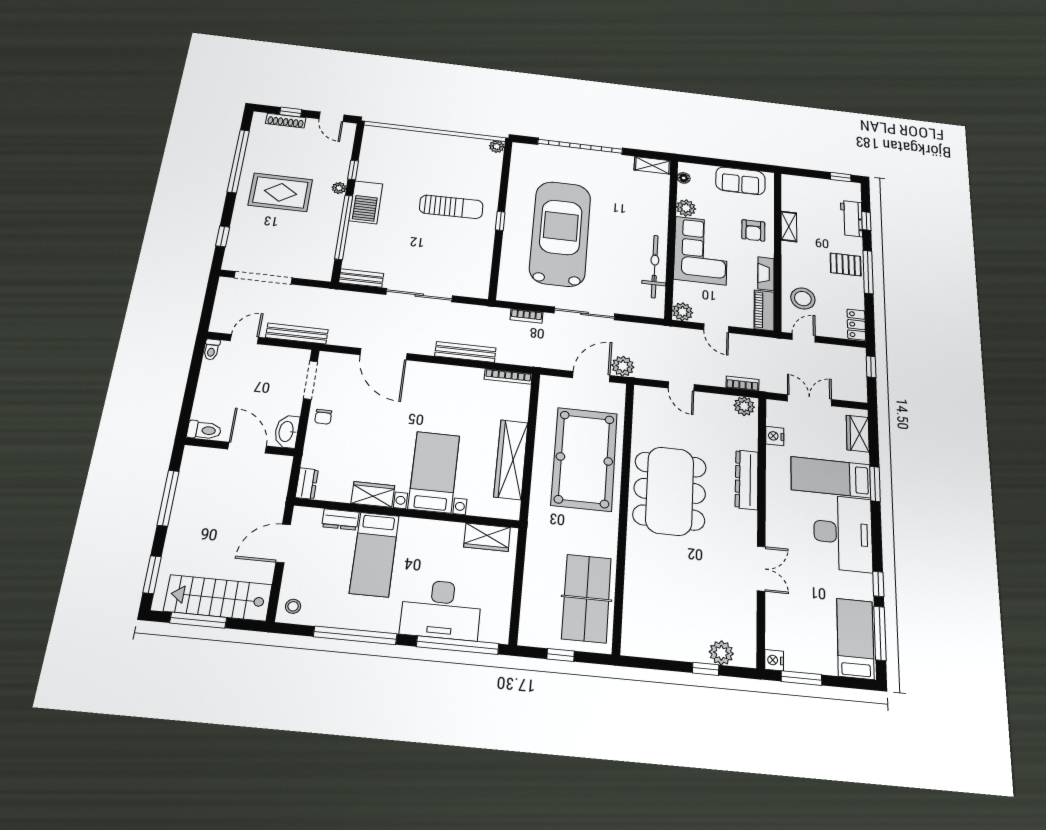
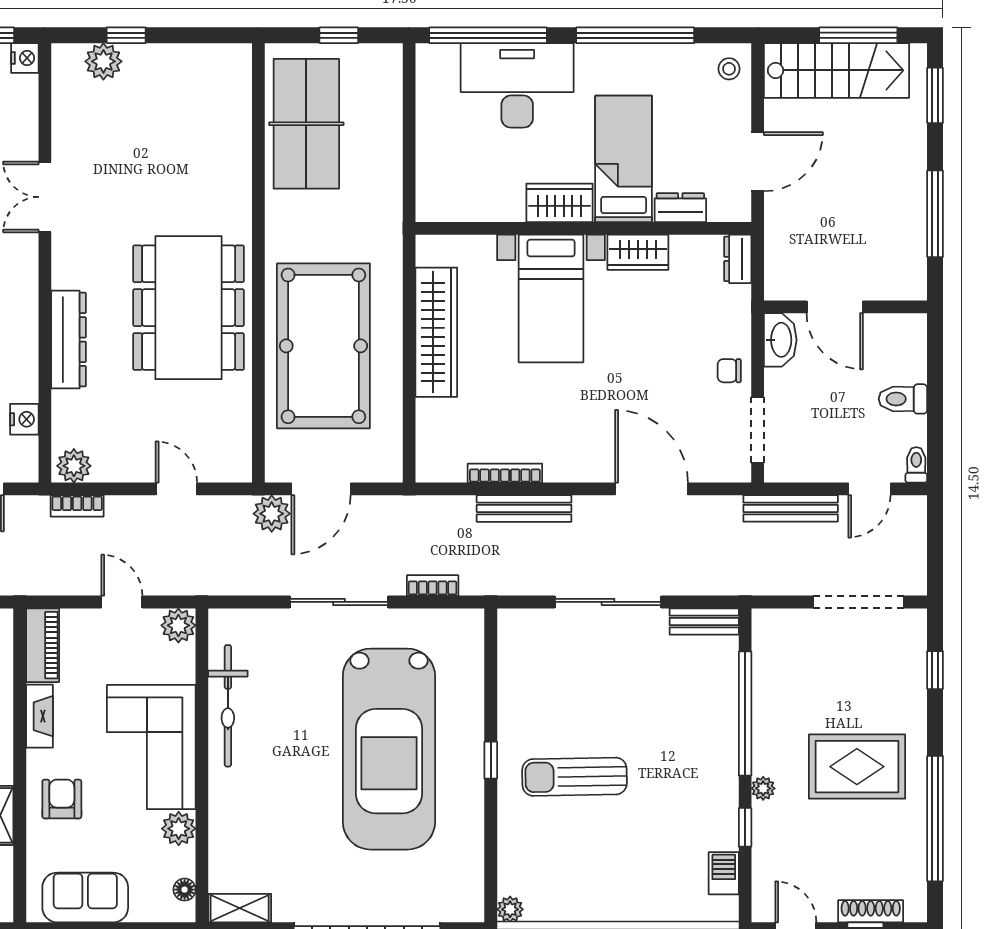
barbecue: (366, 202) -> (724, 873), moved, width x0.53, depth x0.65
bookcase: (508, 377) -> (505, 473), moved
chair: (323, 417) -> (729, 371), turned -90
toilet: (204, 430) -> (903, 399), moved
wardrobe: (487, 537) -> (559, 203), moved

